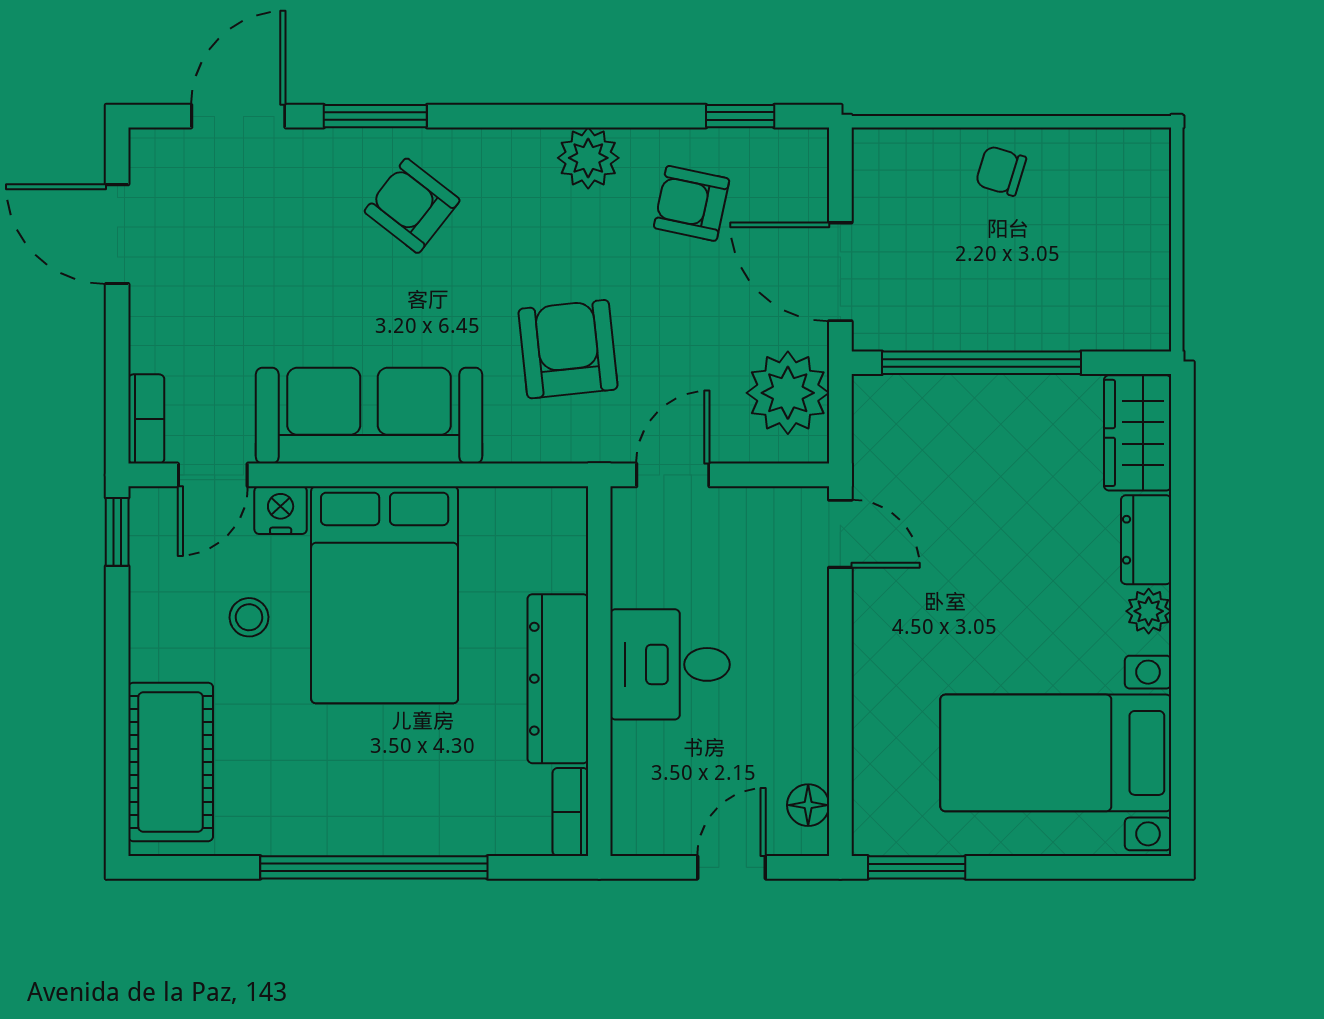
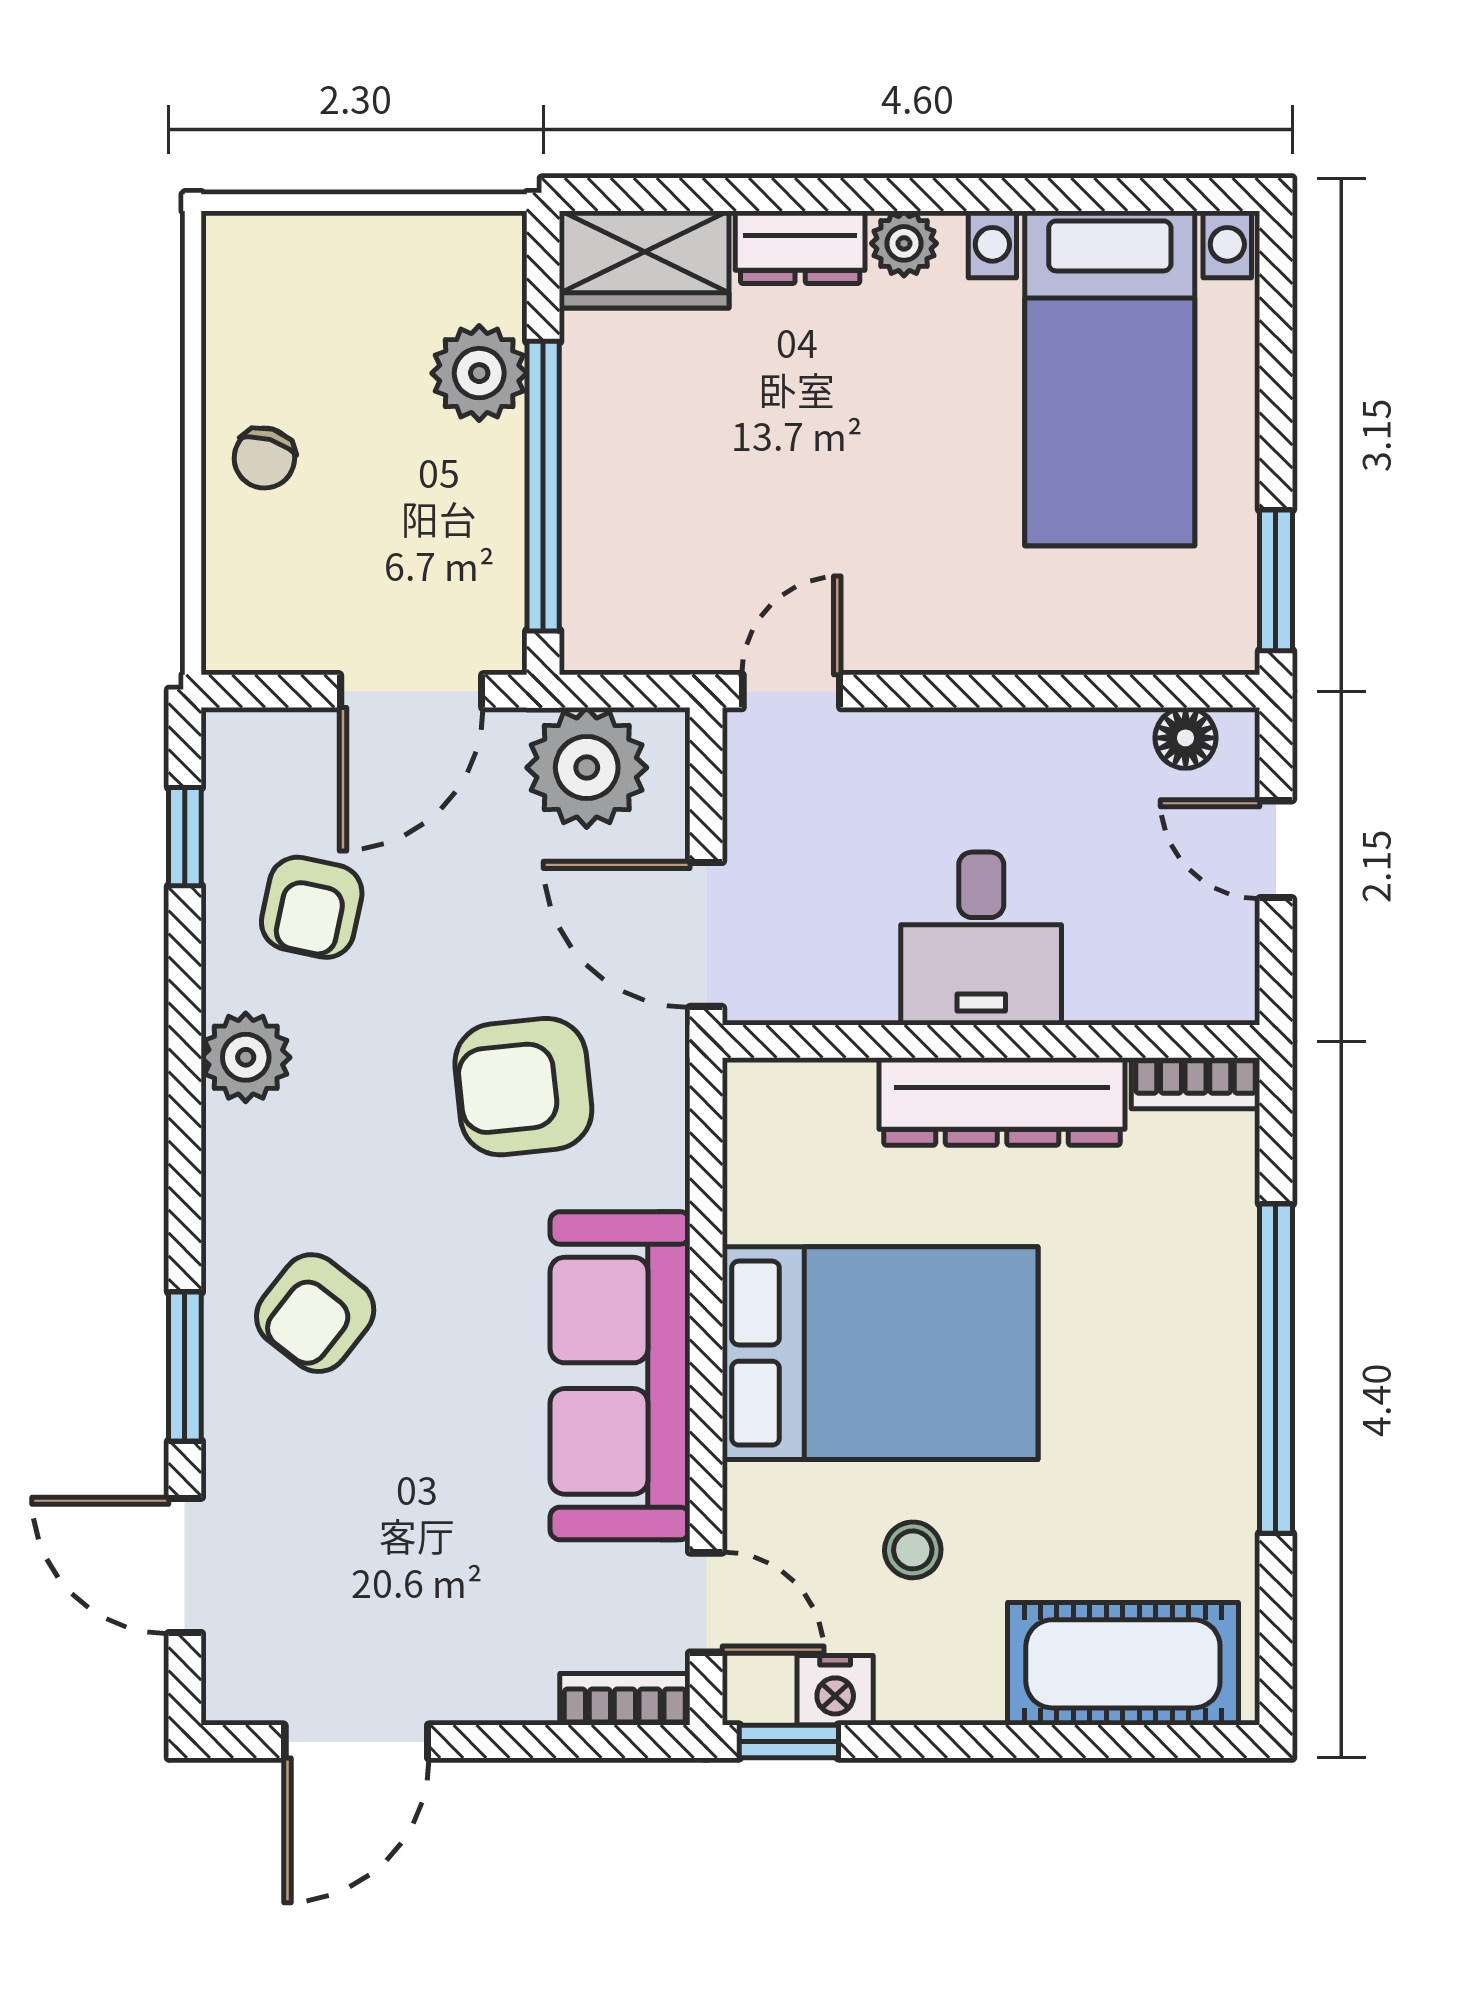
plant: (1059, 319) -> (479, 373), added
door: (673, 475) -> (706, 934), width x1.38
nightstand: (281, 510) -> (835, 1690), moved, turned -90

